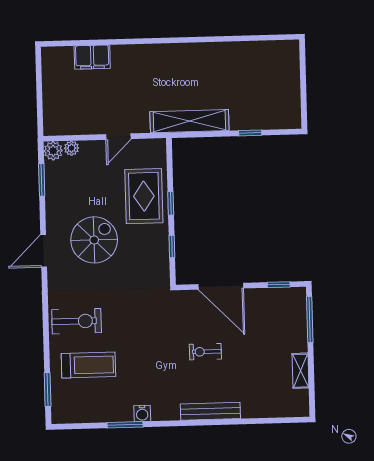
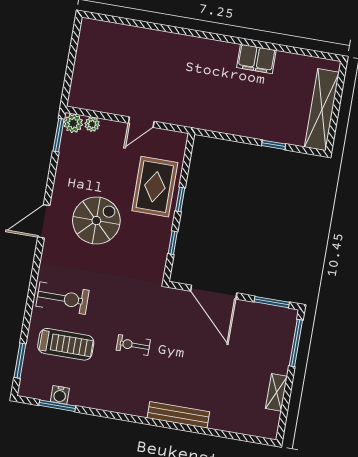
filing cabinet: (92, 57) -> (256, 59), moved
shelving: (189, 121) -> (322, 110), moved, turned 90
window: (42, 180) -> (59, 135), moved
window: (279, 285) -> (272, 302), width x1.50
exercise bike: (205, 352) -> (133, 345), moved
water cooler: (142, 413) -> (60, 395), moved
window: (125, 425) -> (57, 406), moved

